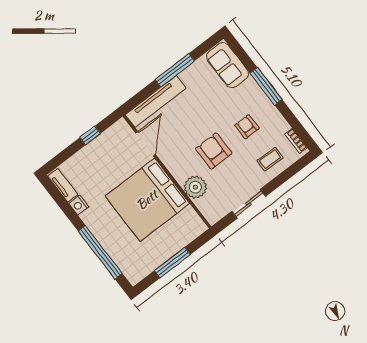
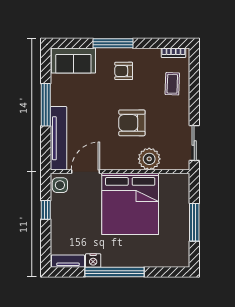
armchair: (247, 127) -> (124, 71), moved
side table: (119, 132) -> (60, 185), added
door: (146, 144) -> (85, 172), hinge flipped
sliding door: (249, 204) -> (194, 143), moved
window: (100, 252) -> (114, 272), moved

